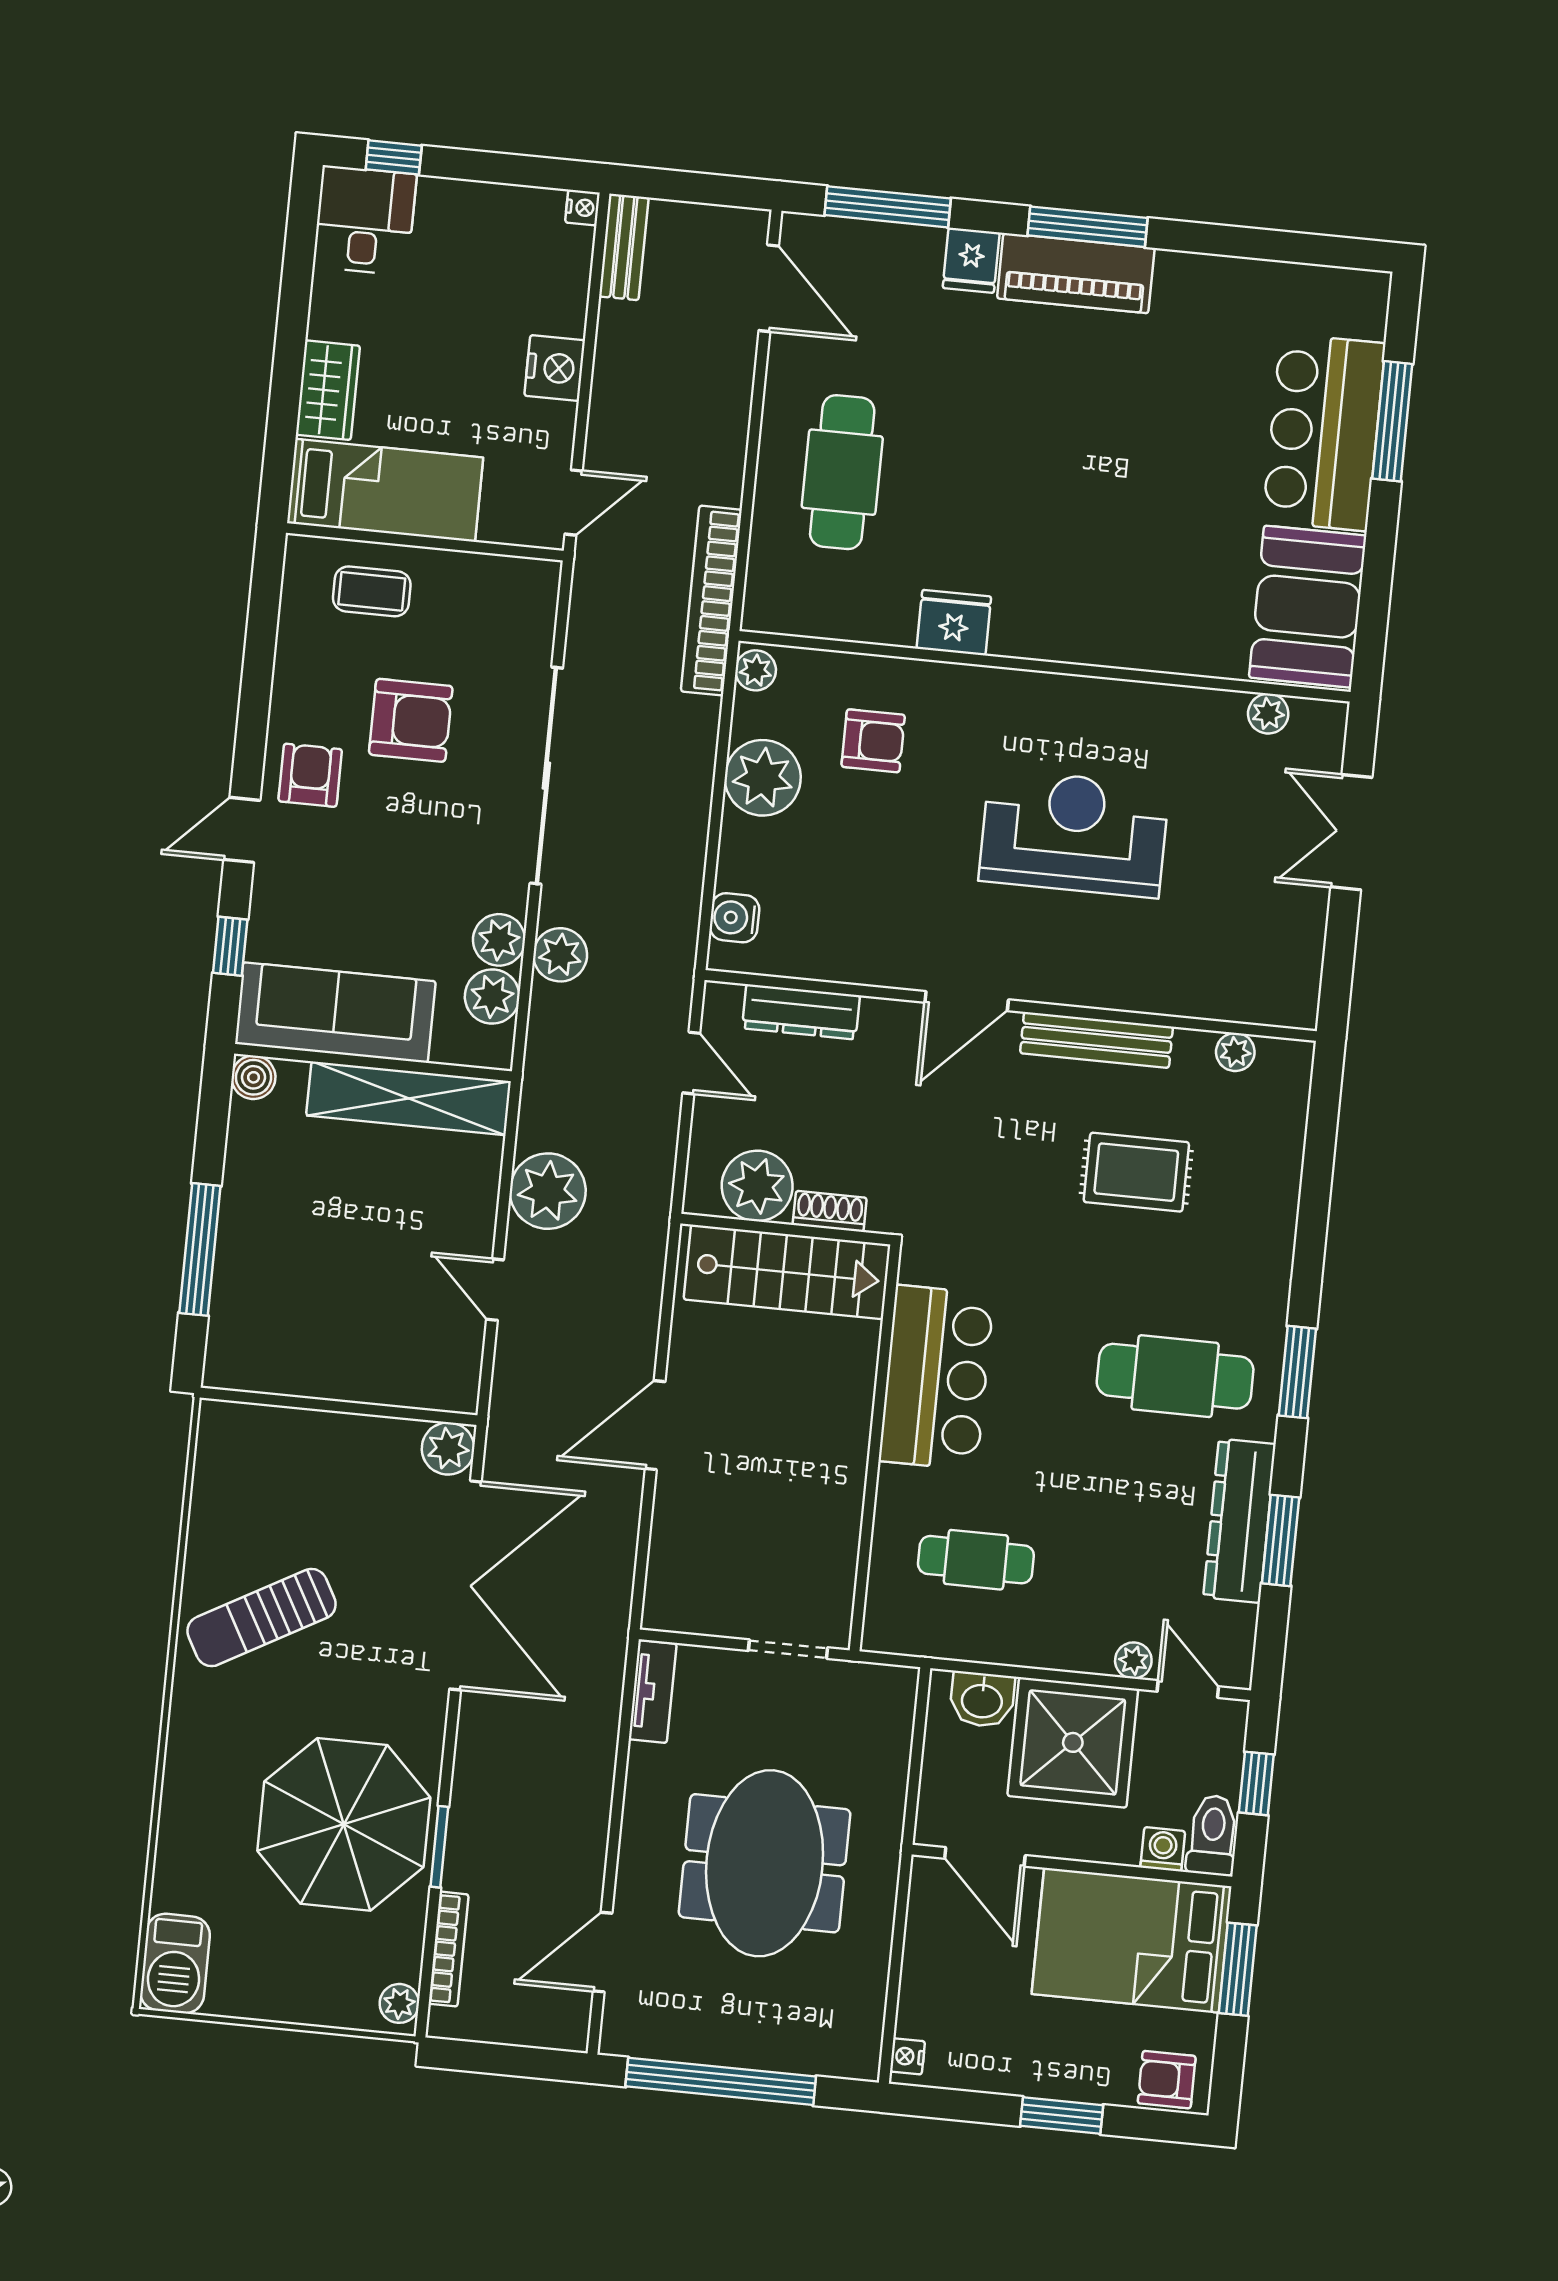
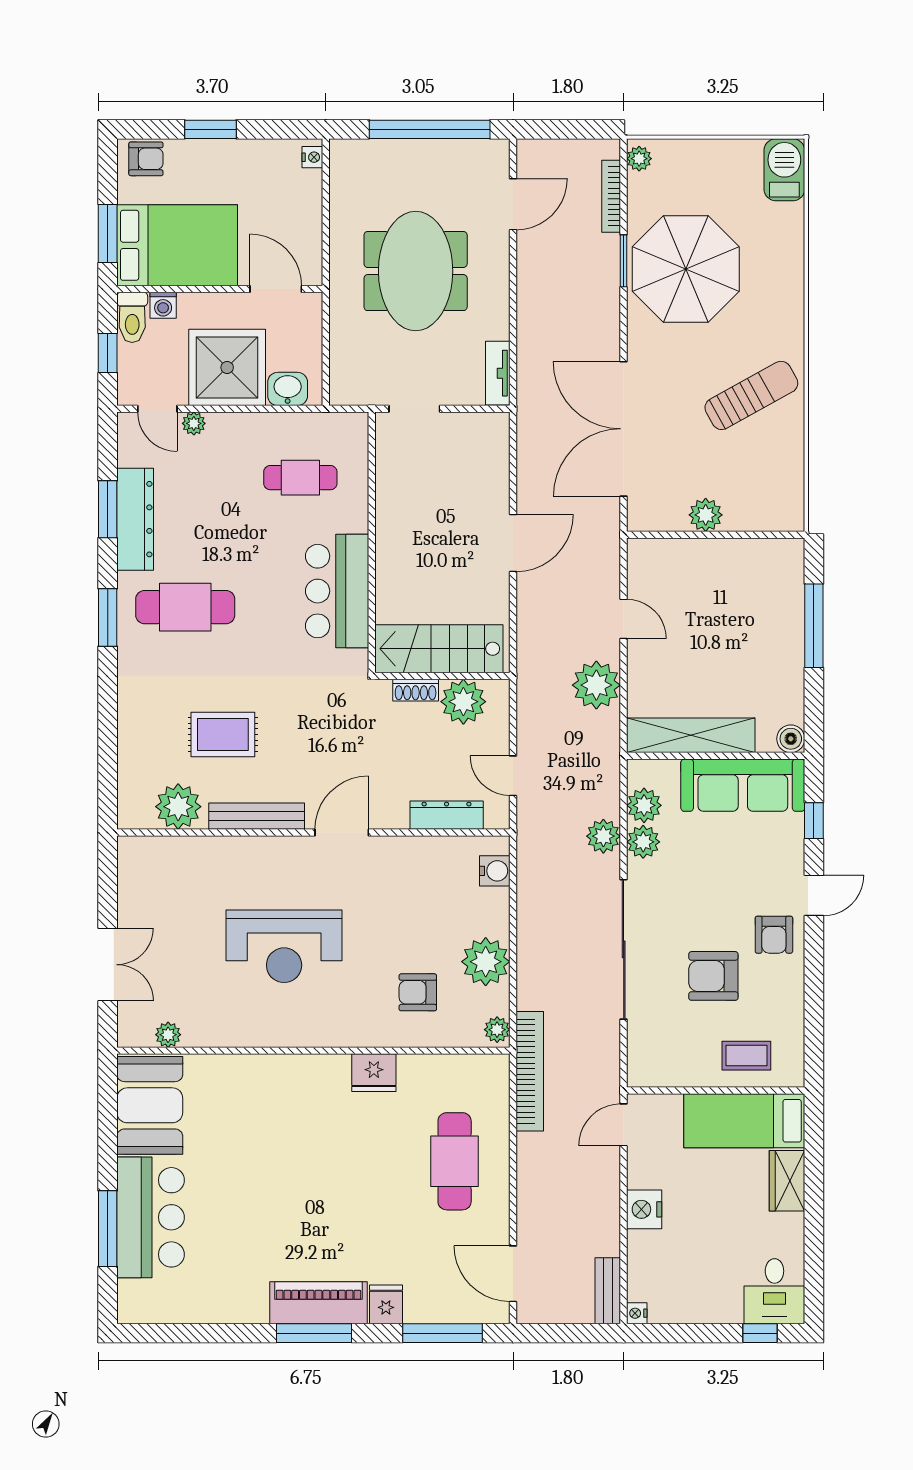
plant: (1235, 1052) -> (178, 807), width x1.88, depth x1.88
plant: (448, 1448) -> (706, 515), moved

